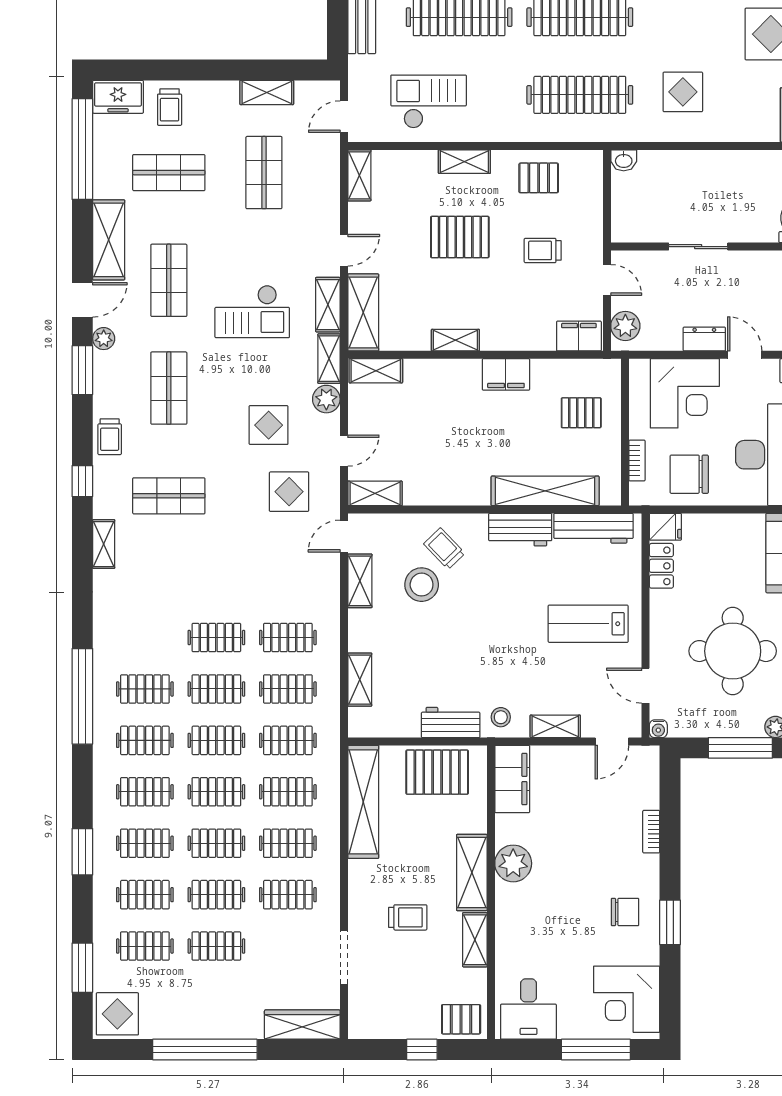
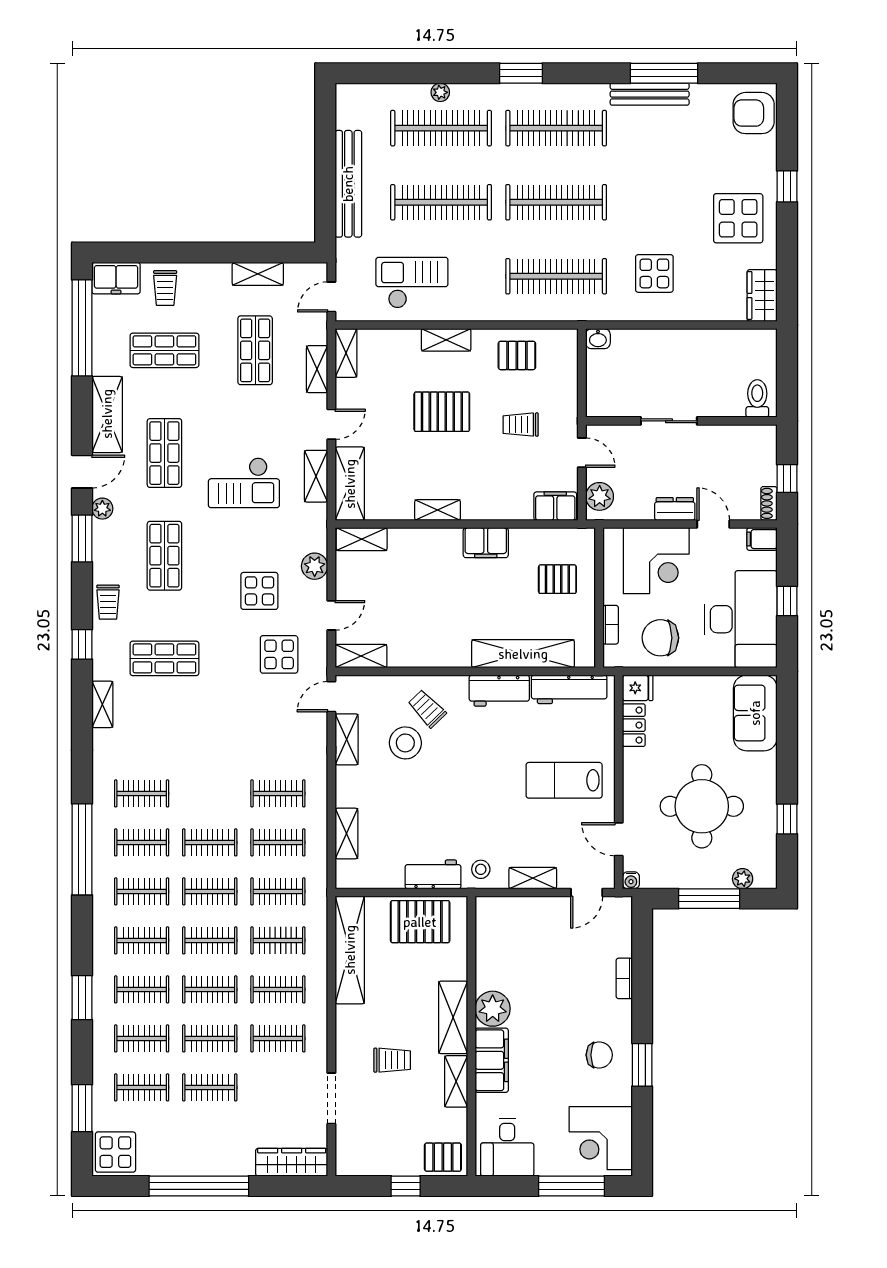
shelving: (329, 359) -> (317, 369), moved
clothes rail: (216, 638) -> (142, 793), moved
filing cabinet: (512, 779) -> (492, 1060), moved

